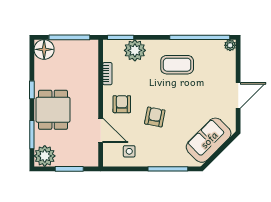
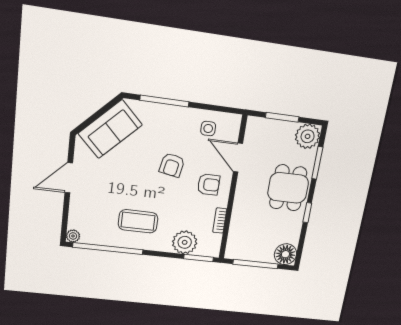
armchair: (122, 104) -> (209, 185), turned -90

